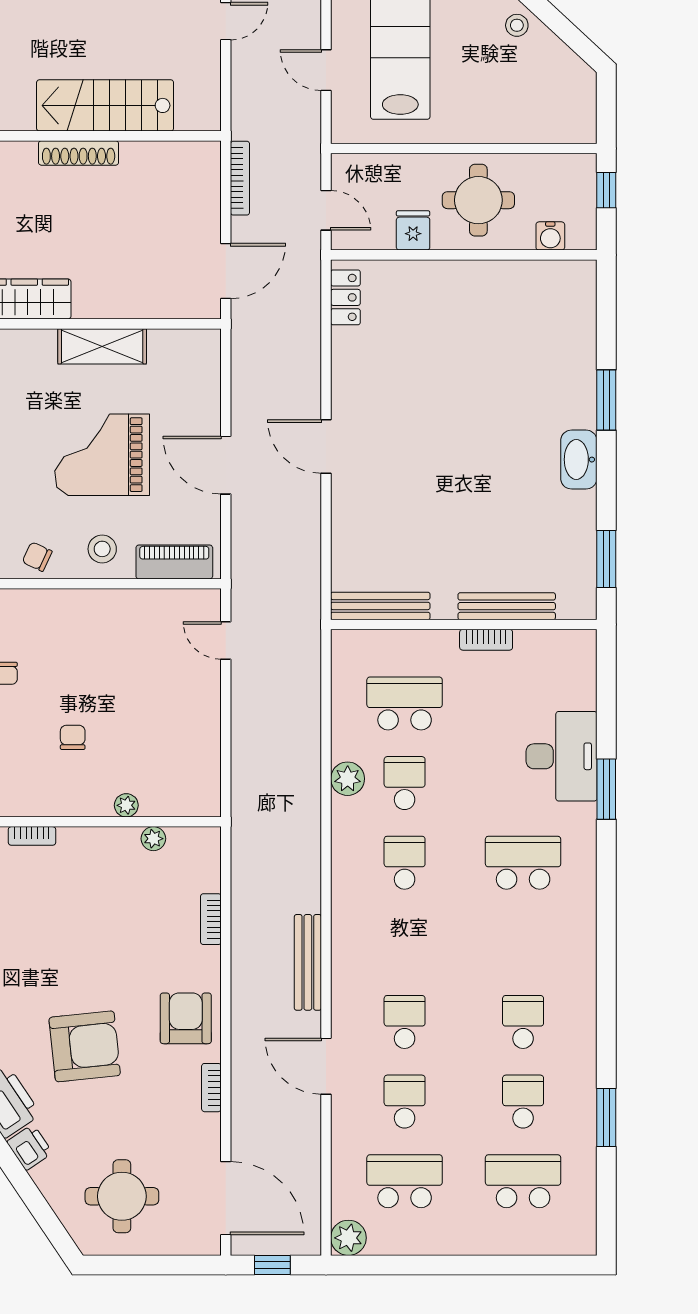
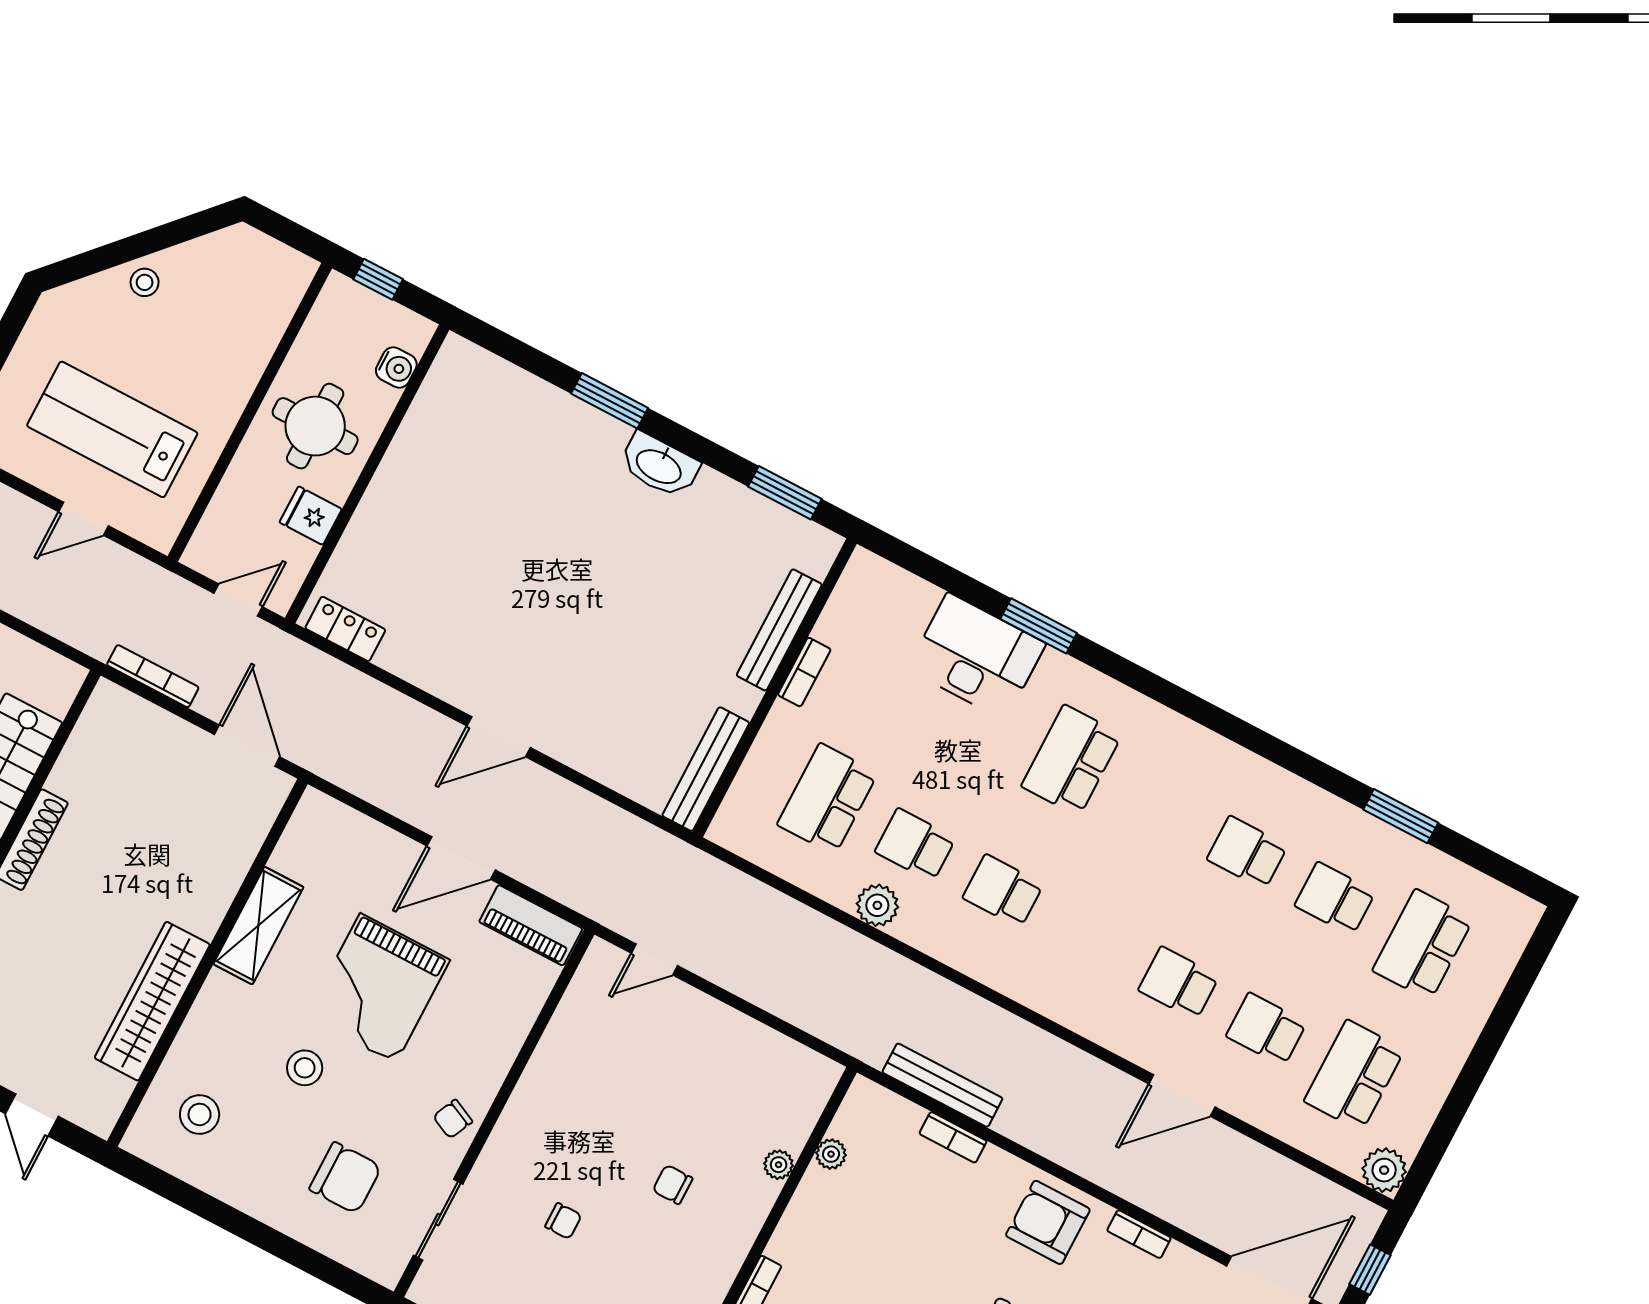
stool: (102, 549) -> (305, 1068), moved
piano: (174, 562) -> (531, 925), moved, turned -90
bench: (308, 962) -> (942, 1085), moved

